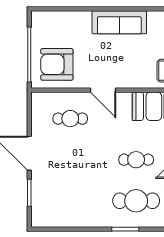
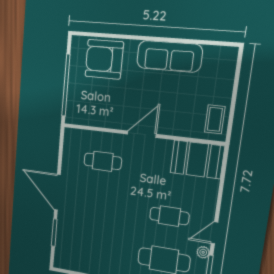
armchair: (57, 64) -> (104, 59), moved
door: (103, 90) -> (142, 134), swing flipped

